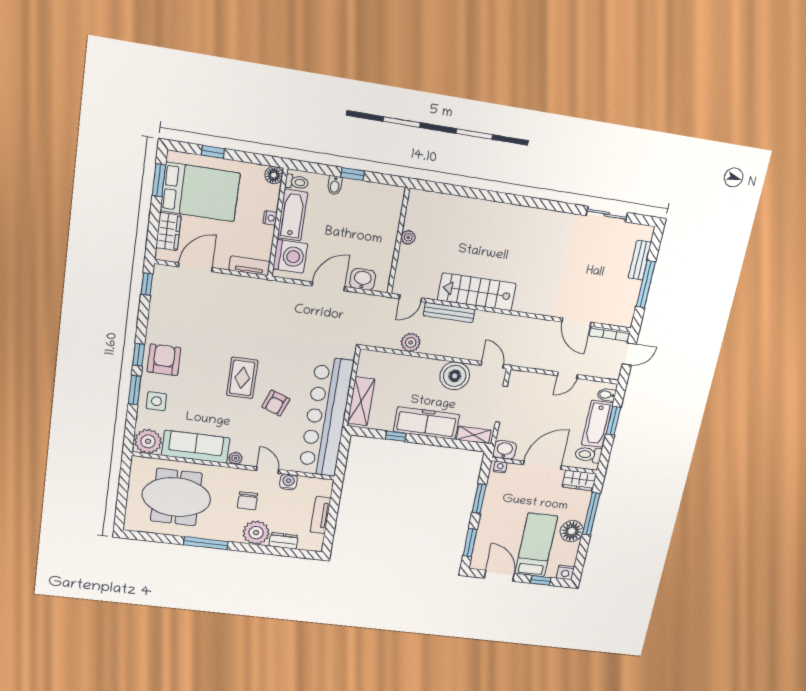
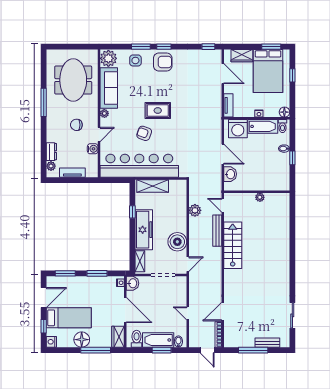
plant: (256, 533) -> (51, 166), moved, width x0.53, depth x0.53

